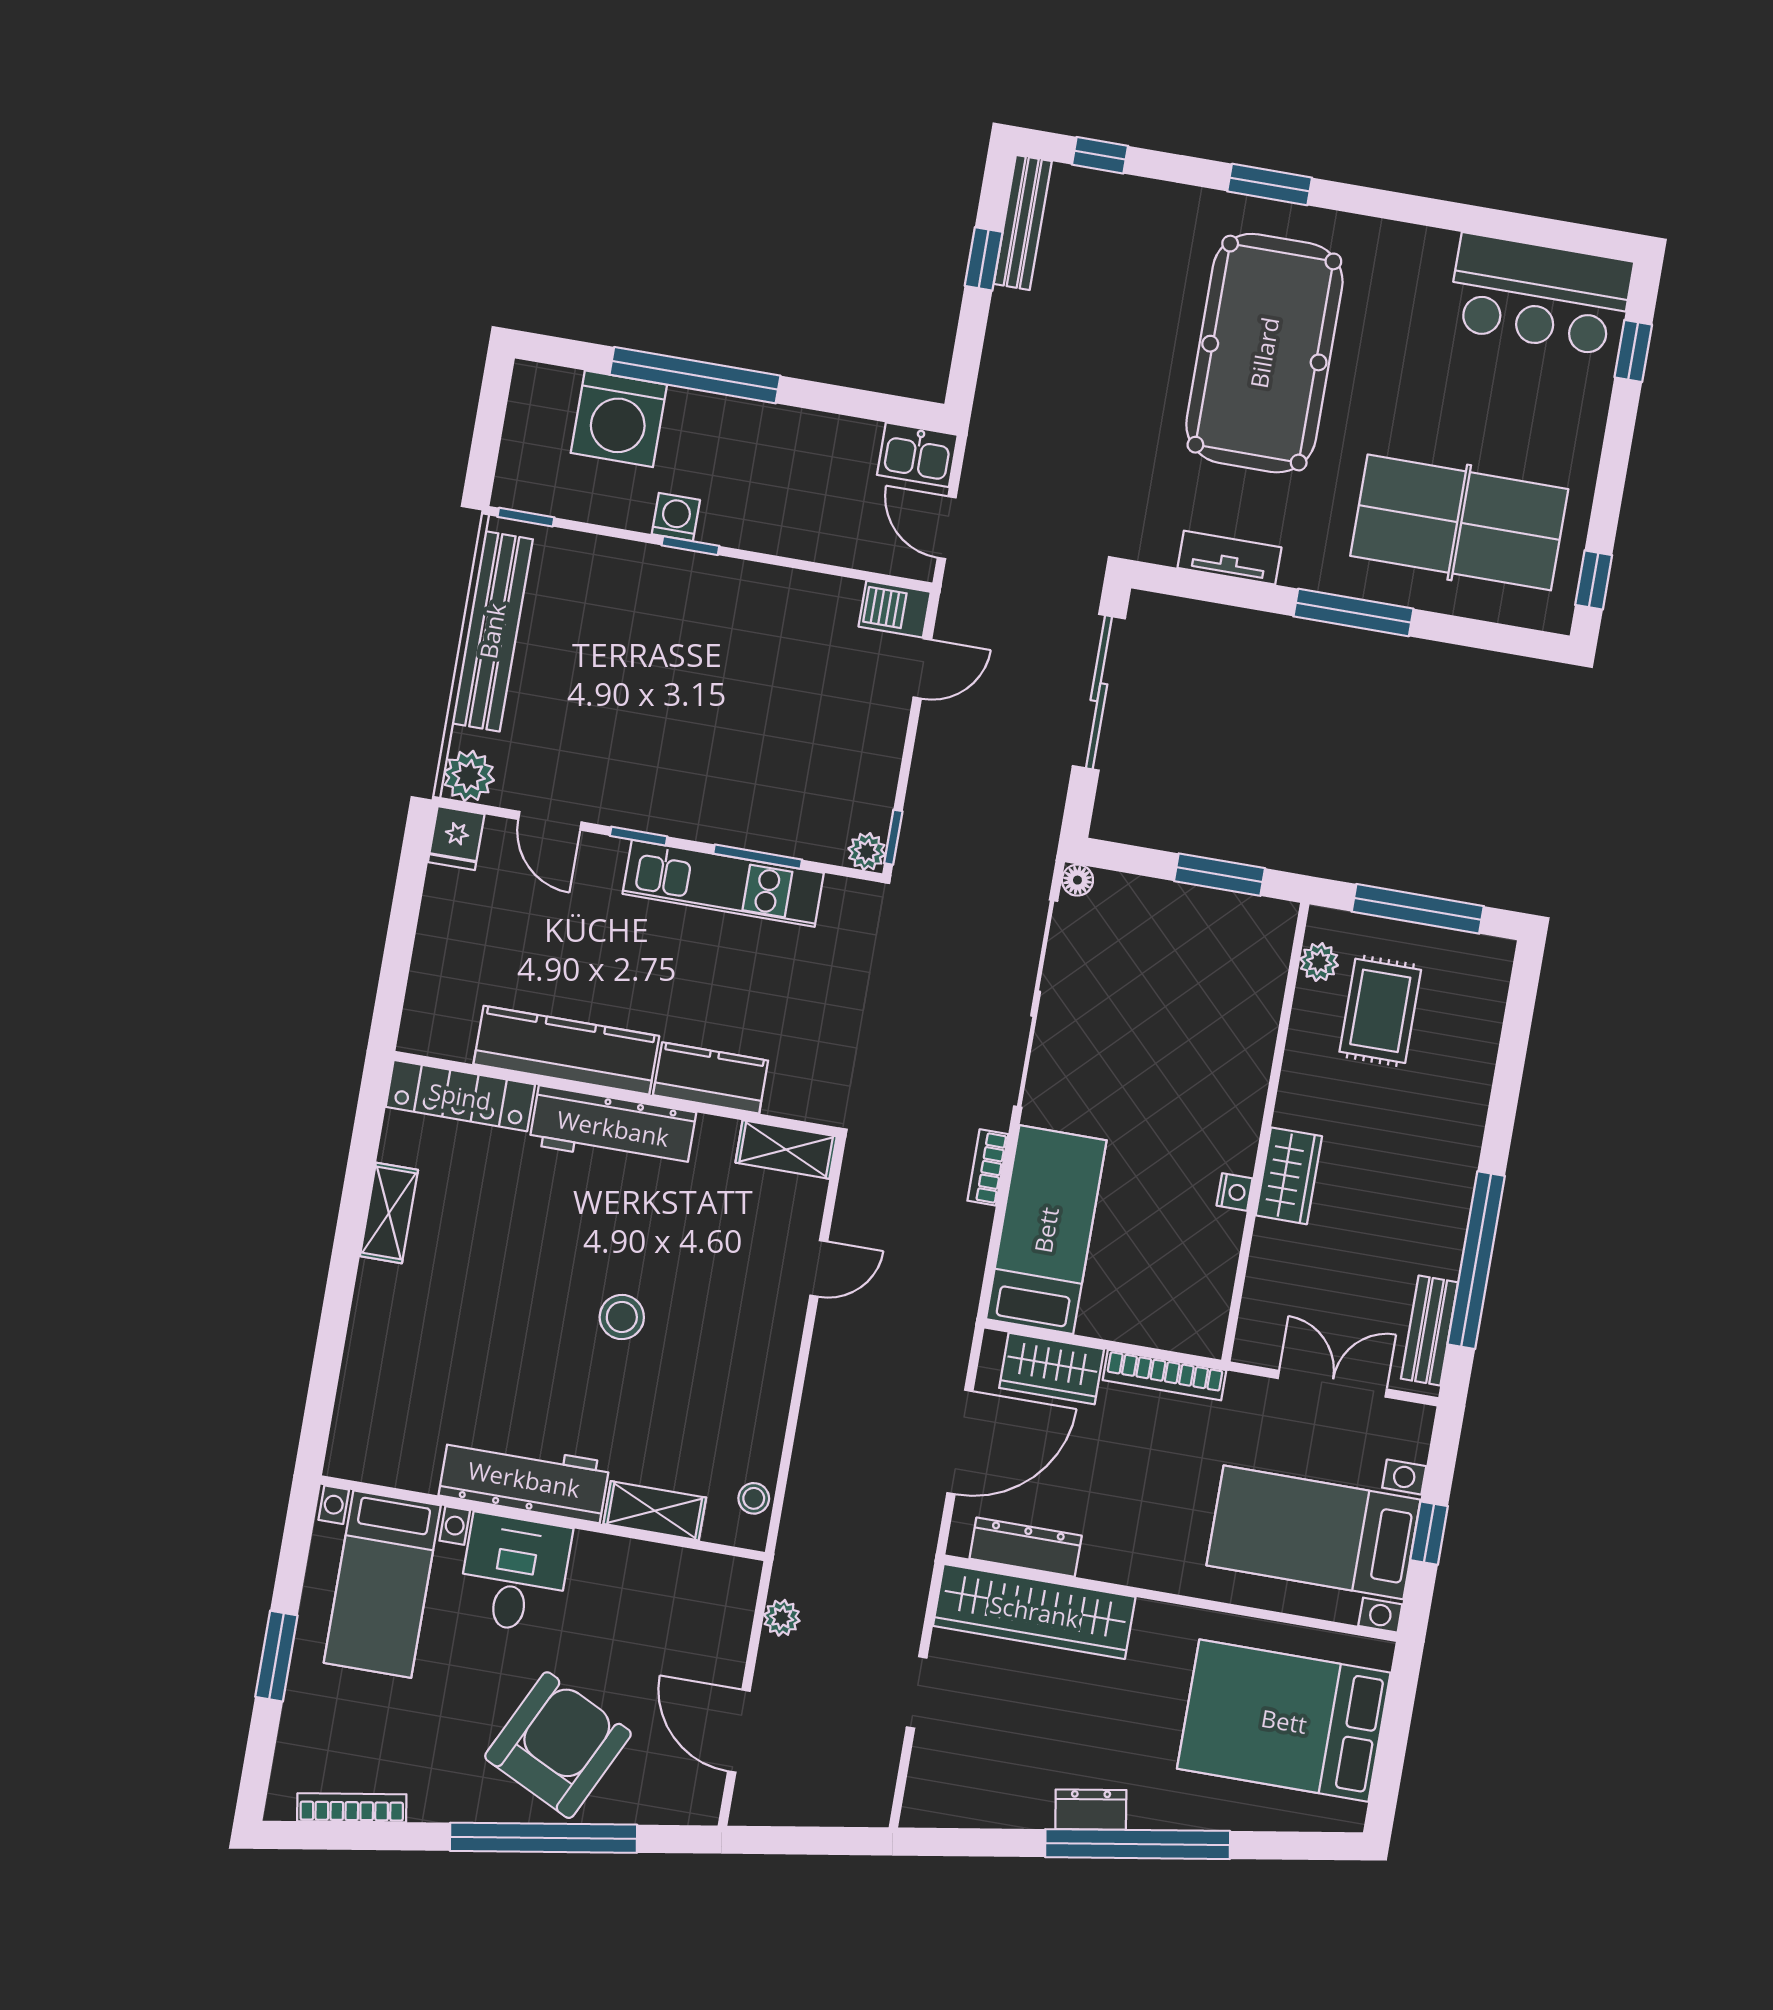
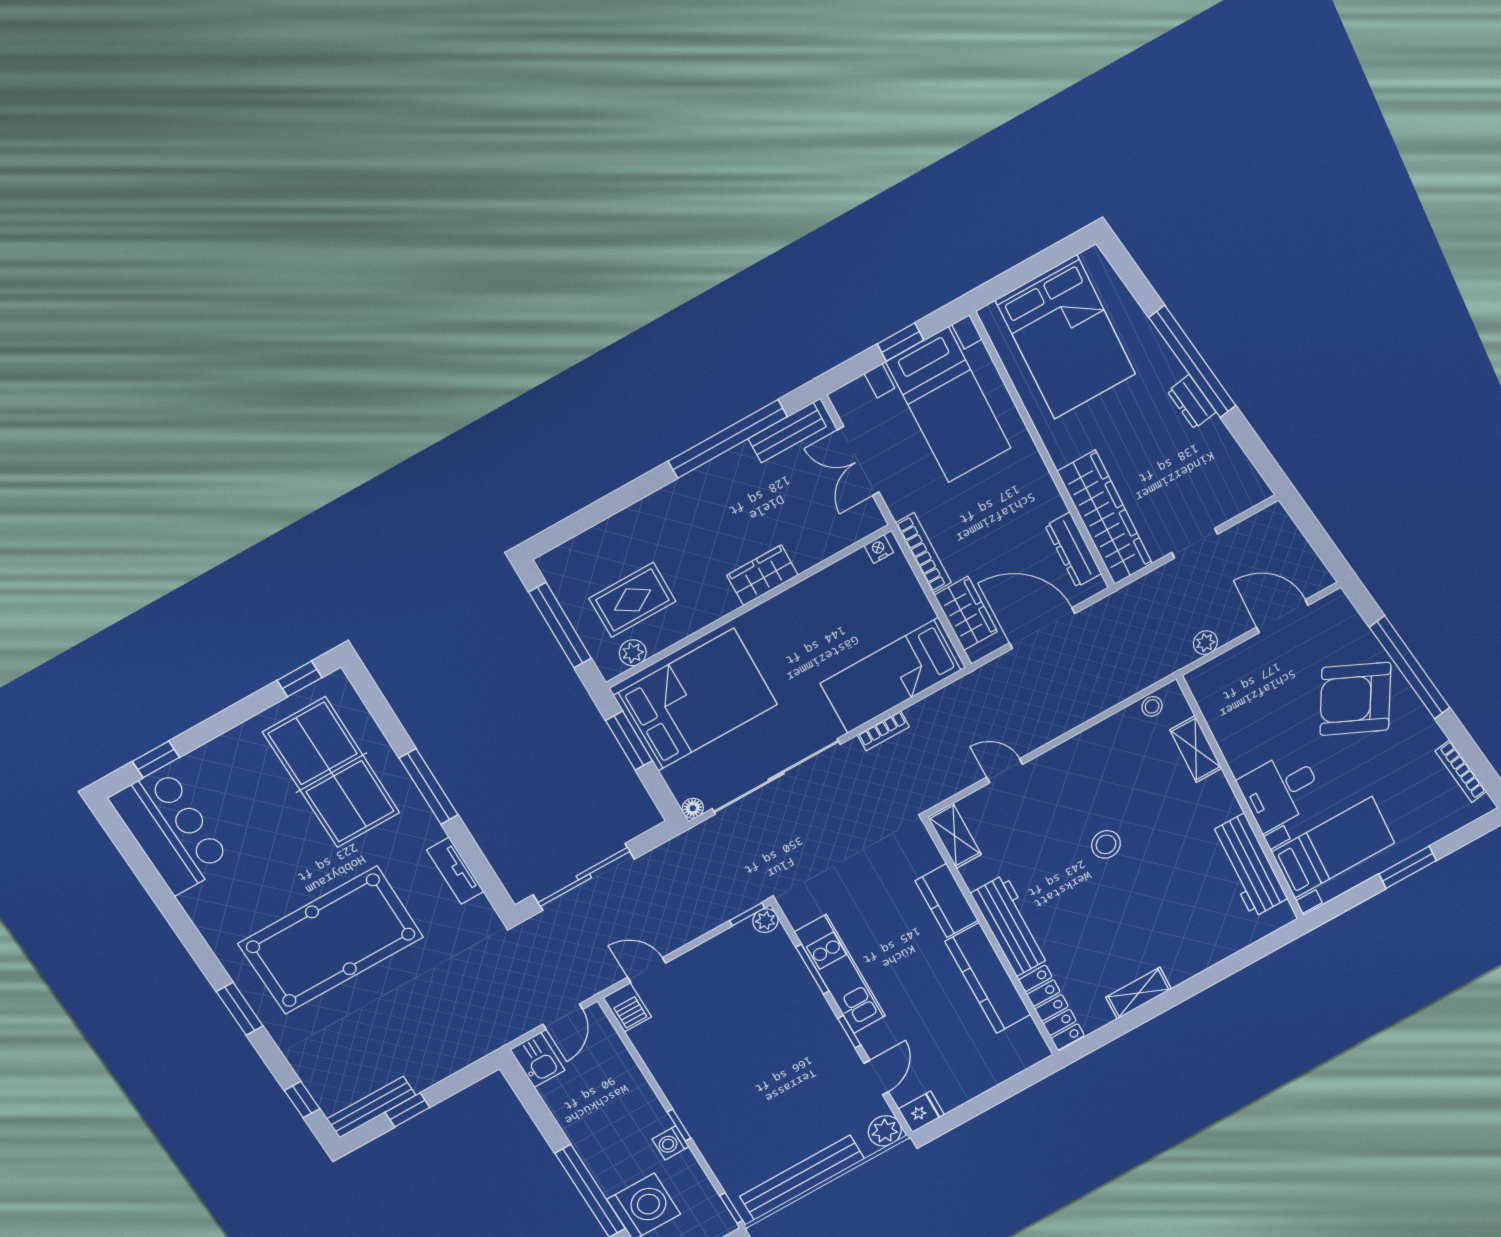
bed: (1205, 987) -> (696, 700), added
nightstand: (1235, 1192) -> (879, 549), moved
workbench: (524, 1479) -> (1248, 866), moved
door: (739, 1731) -> (1282, 616), swing flipped

